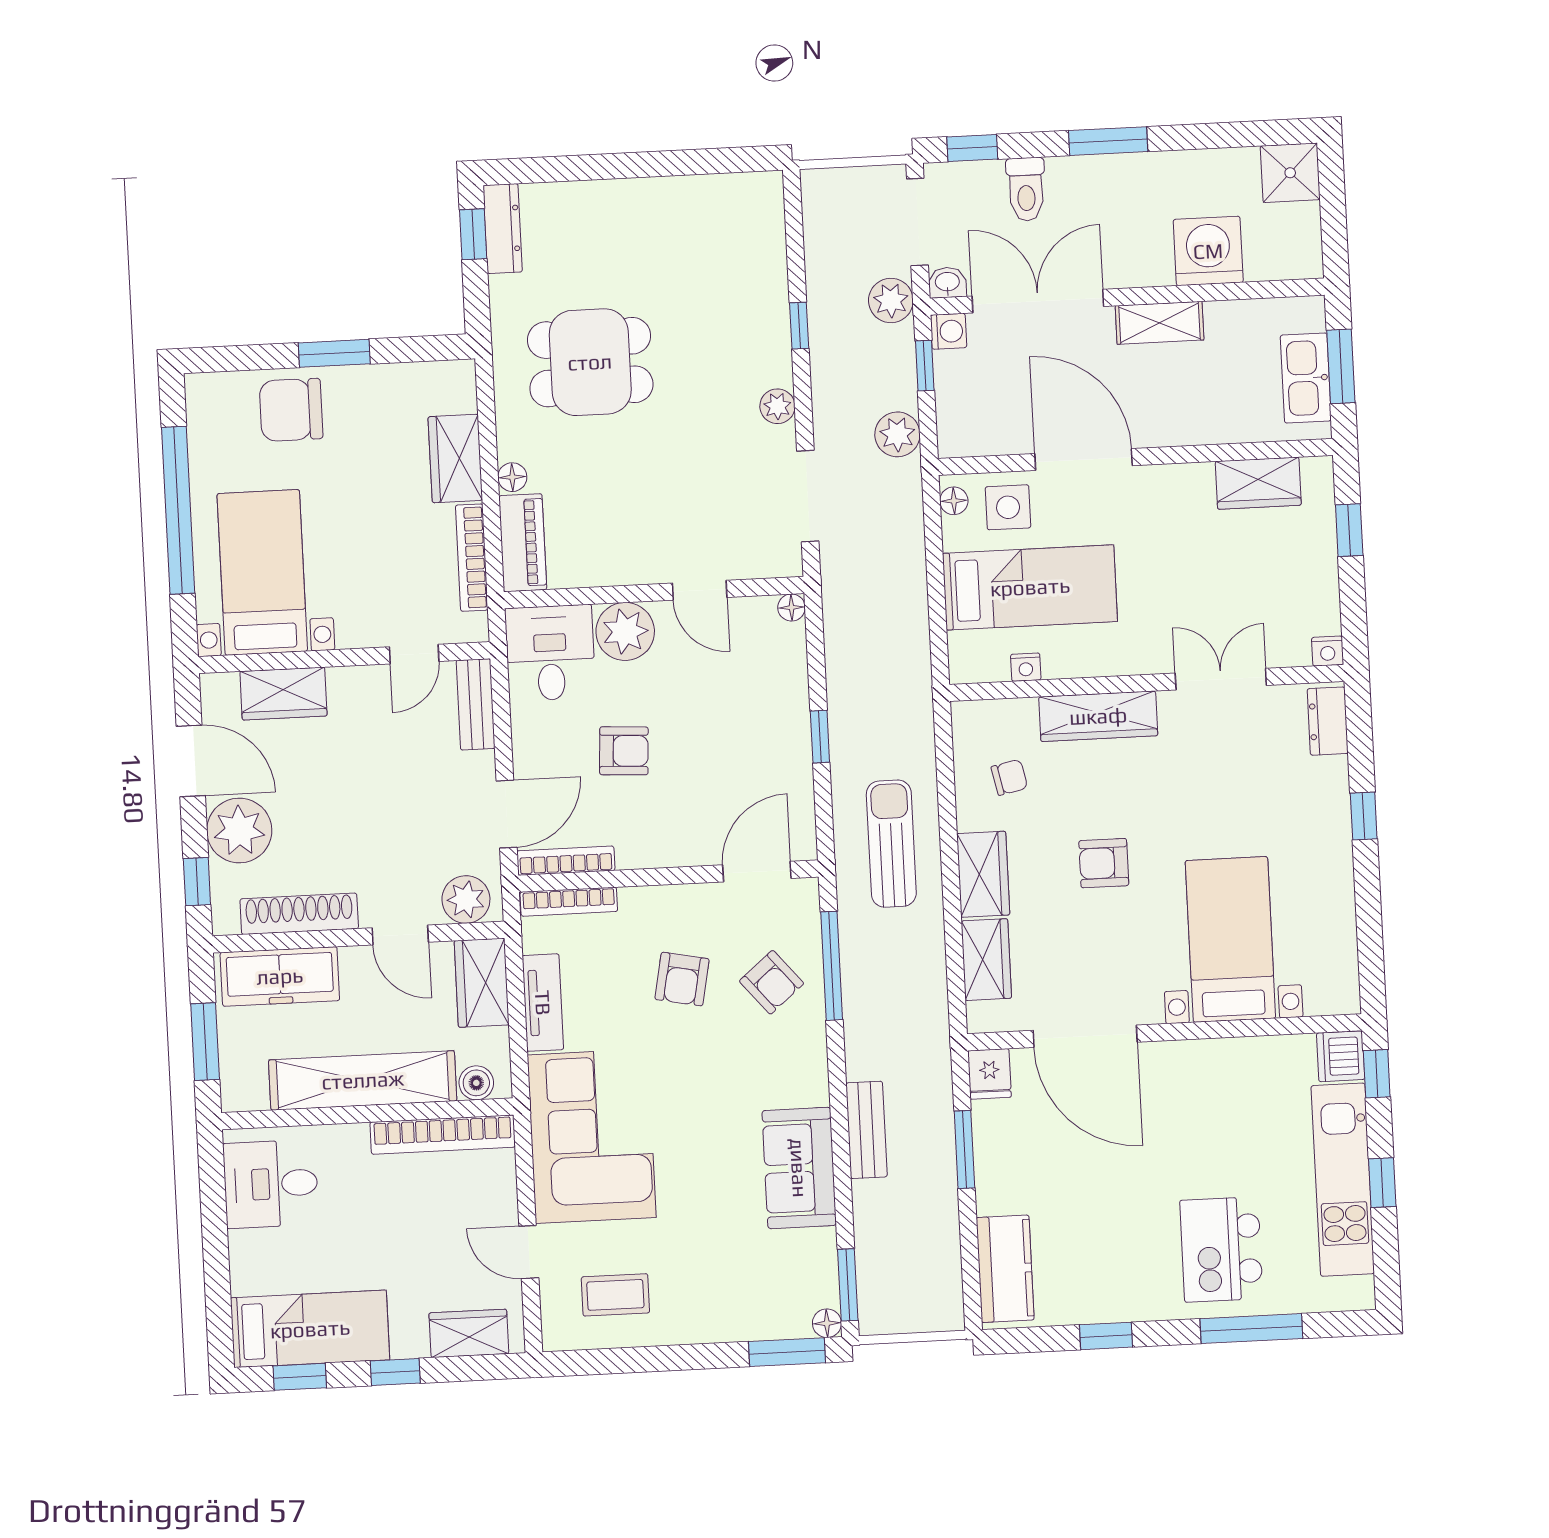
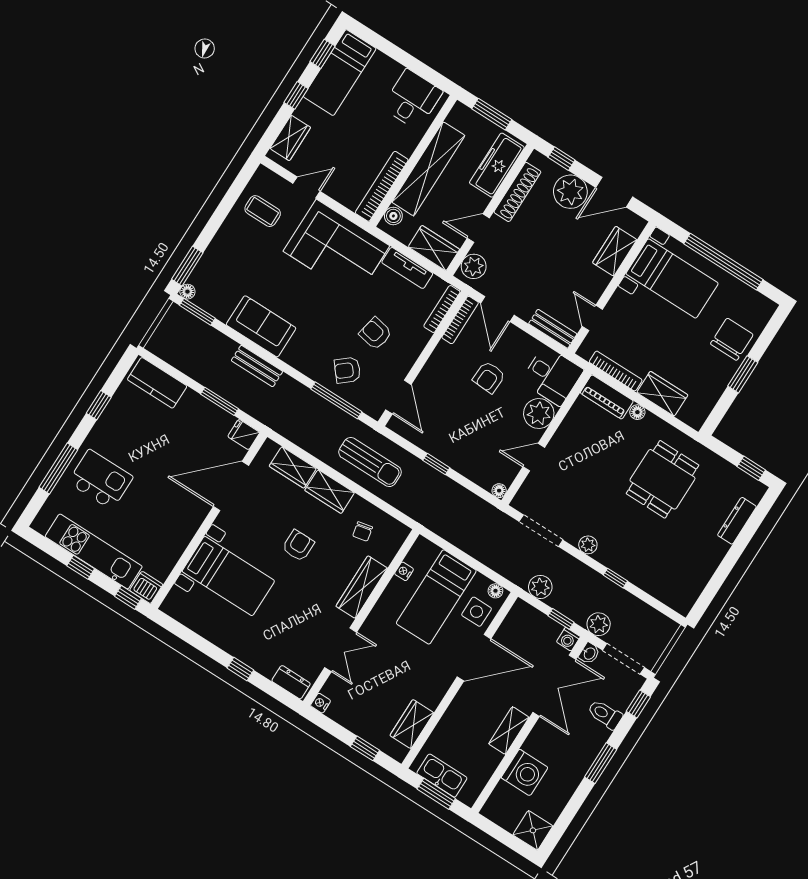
dresser: (503, 229) -> (737, 521), moved, turned 90
coffee table: (615, 1295) -> (263, 211), turned 90

